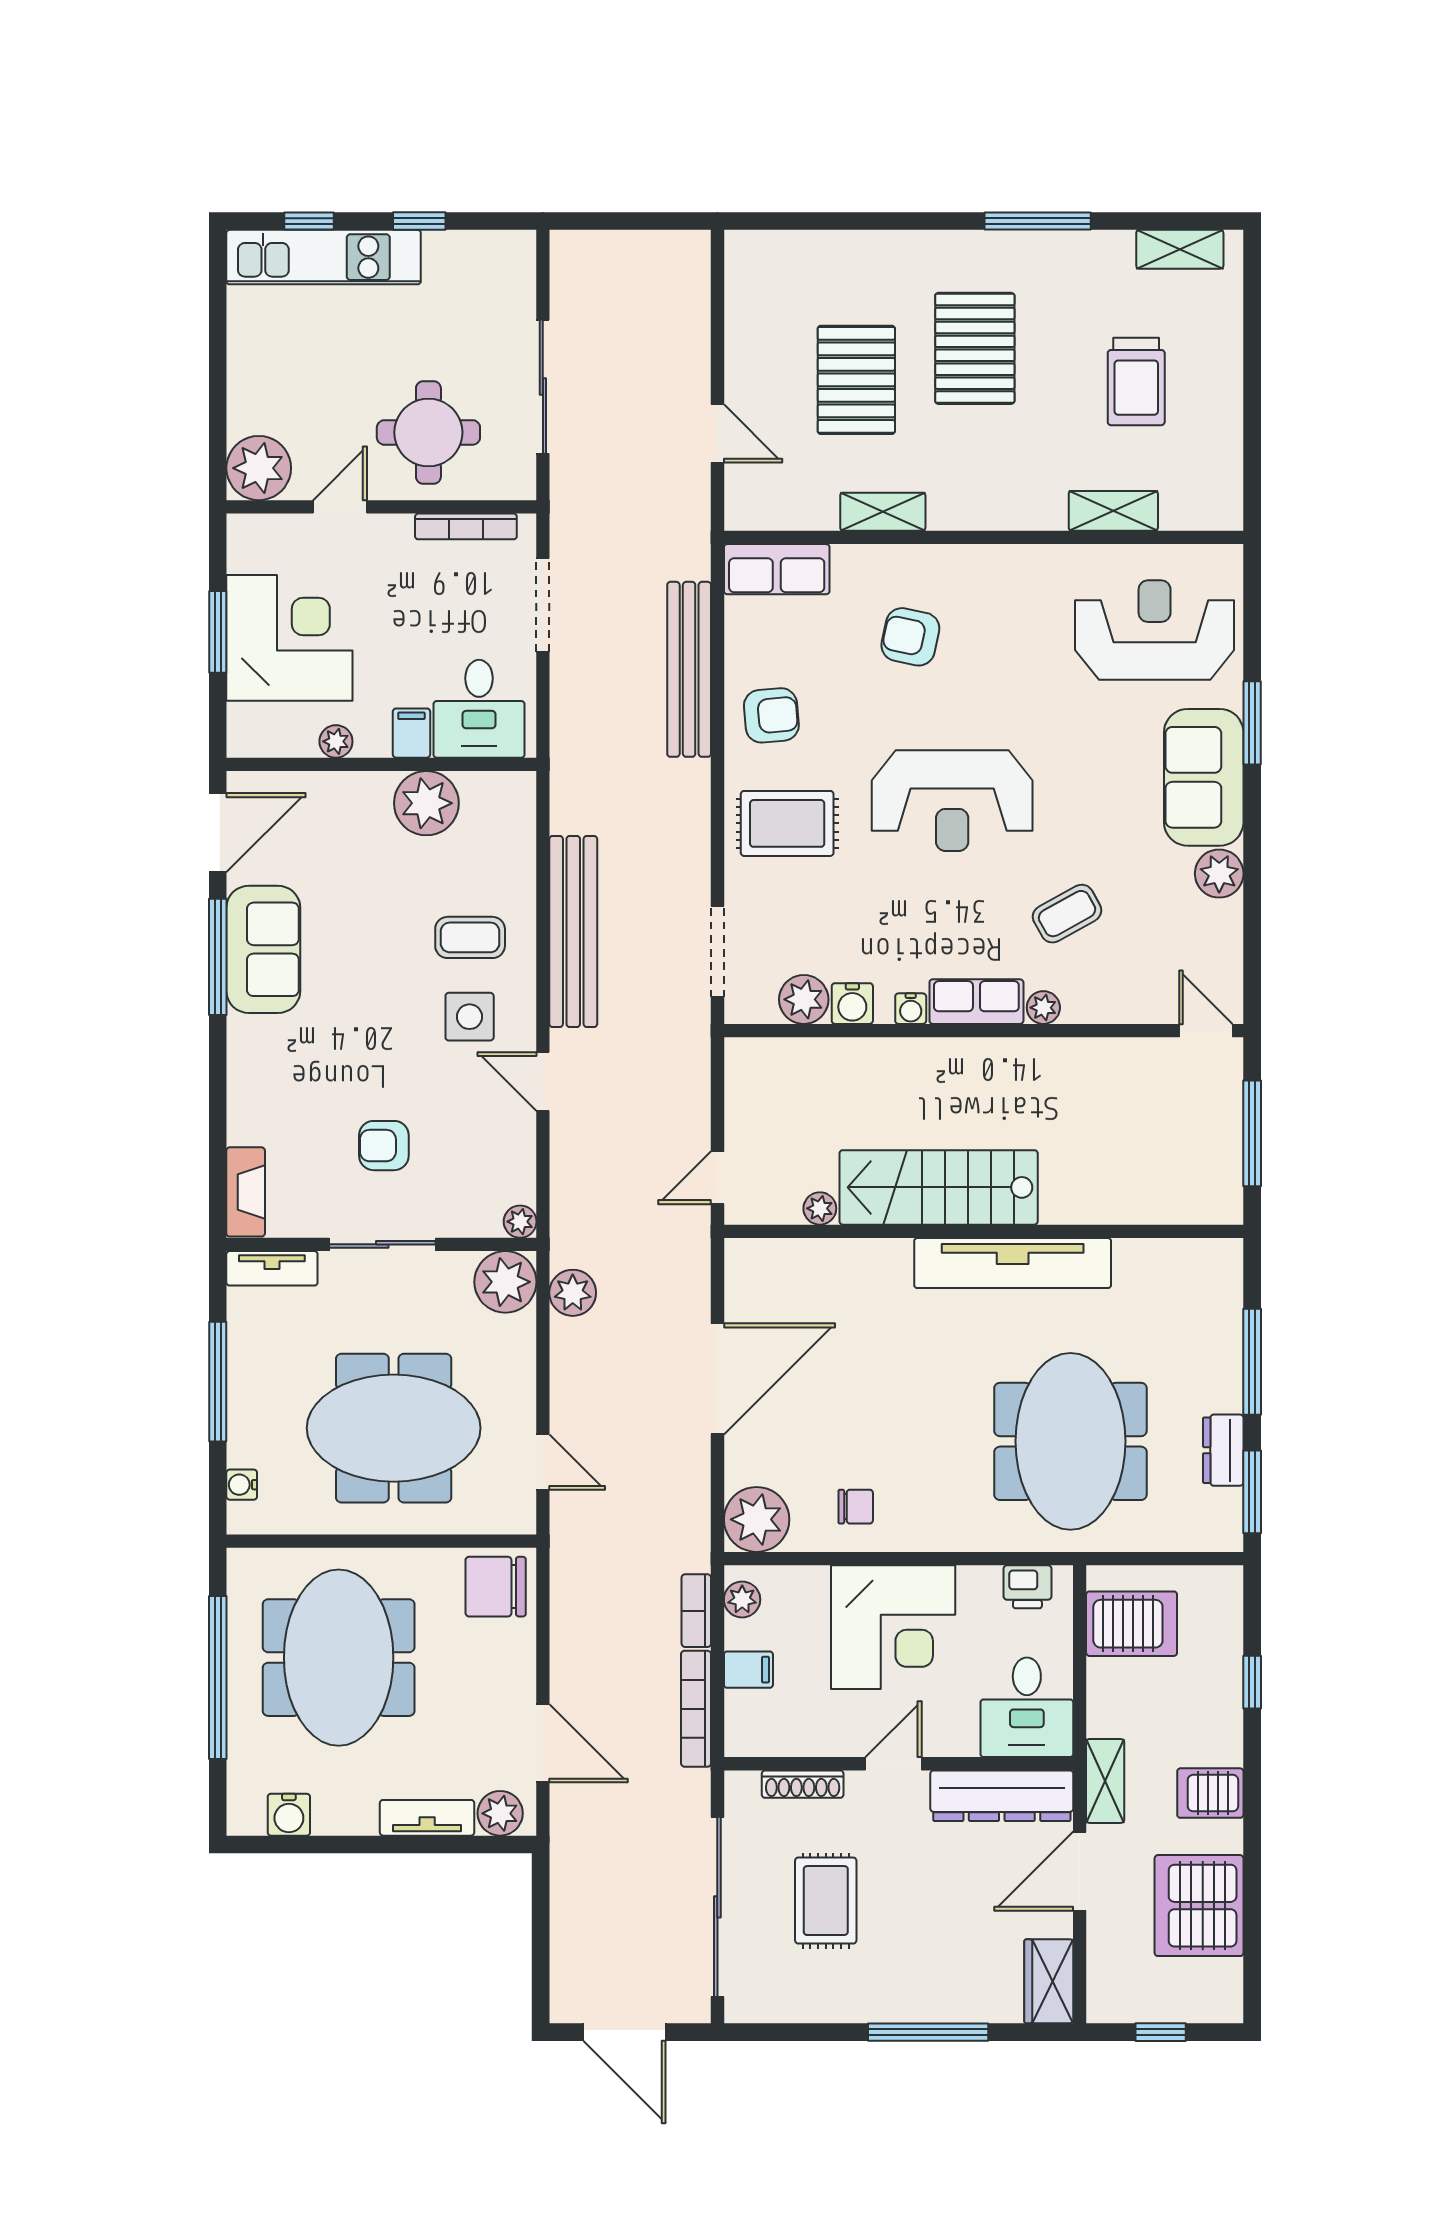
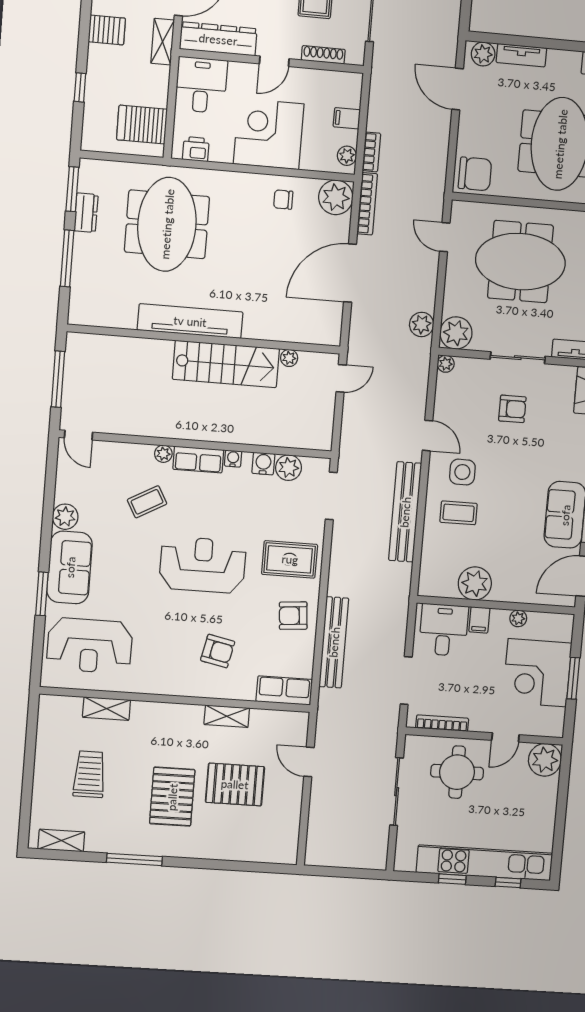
kitchen unit: (324, 257) -> (484, 863), width x1.36
pallet: (856, 380) -> (235, 784), turned 90
bookcase: (696, 1709) -> (367, 204), moved

